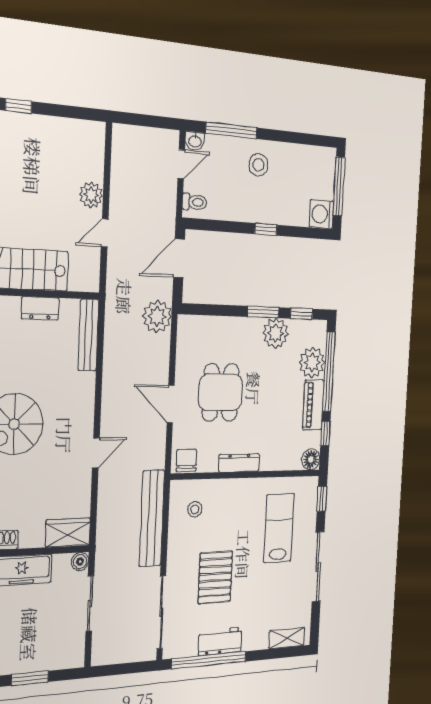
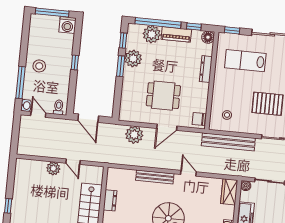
plant: (157, 316) -> (134, 135), moved
bench: (88, 335) -> (155, 177), moved
dresser: (239, 463) -> (206, 69), moved

